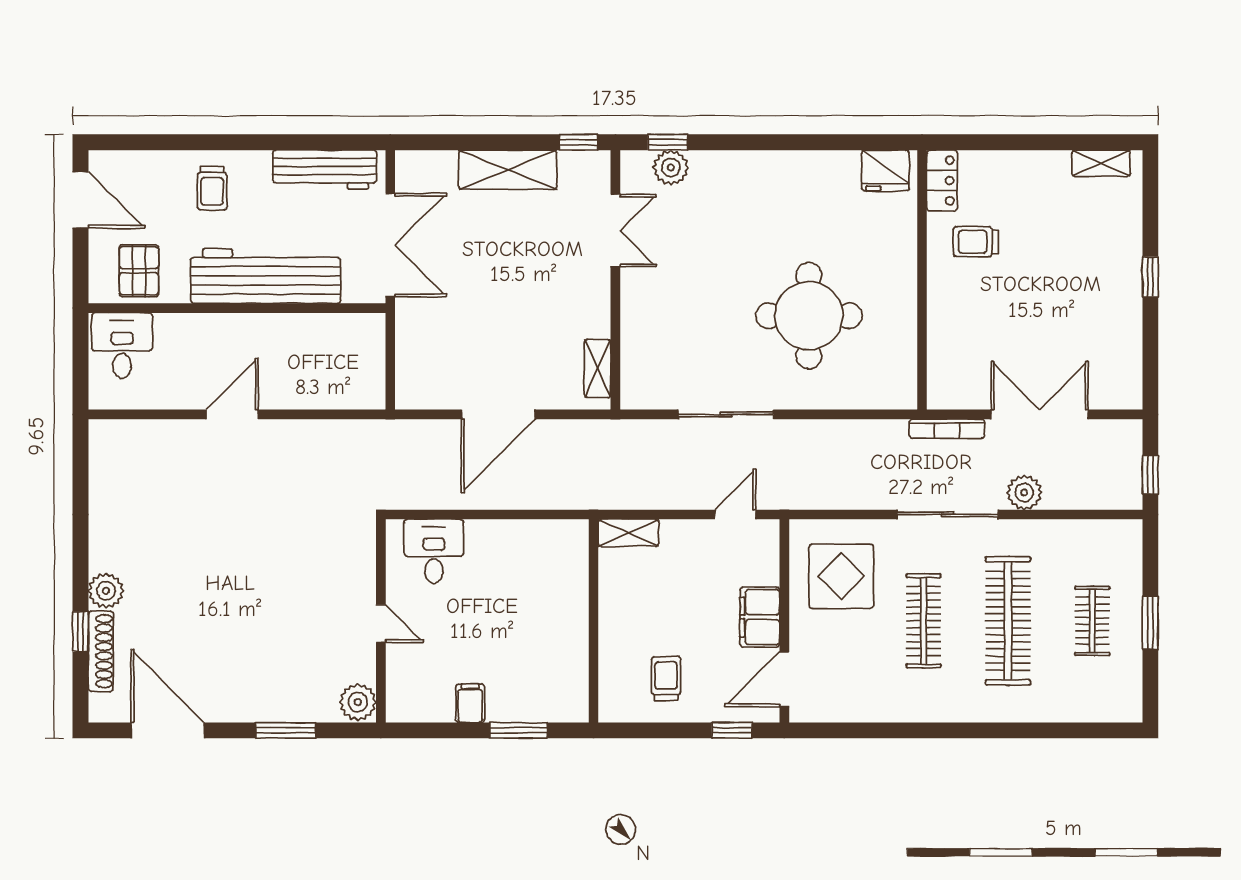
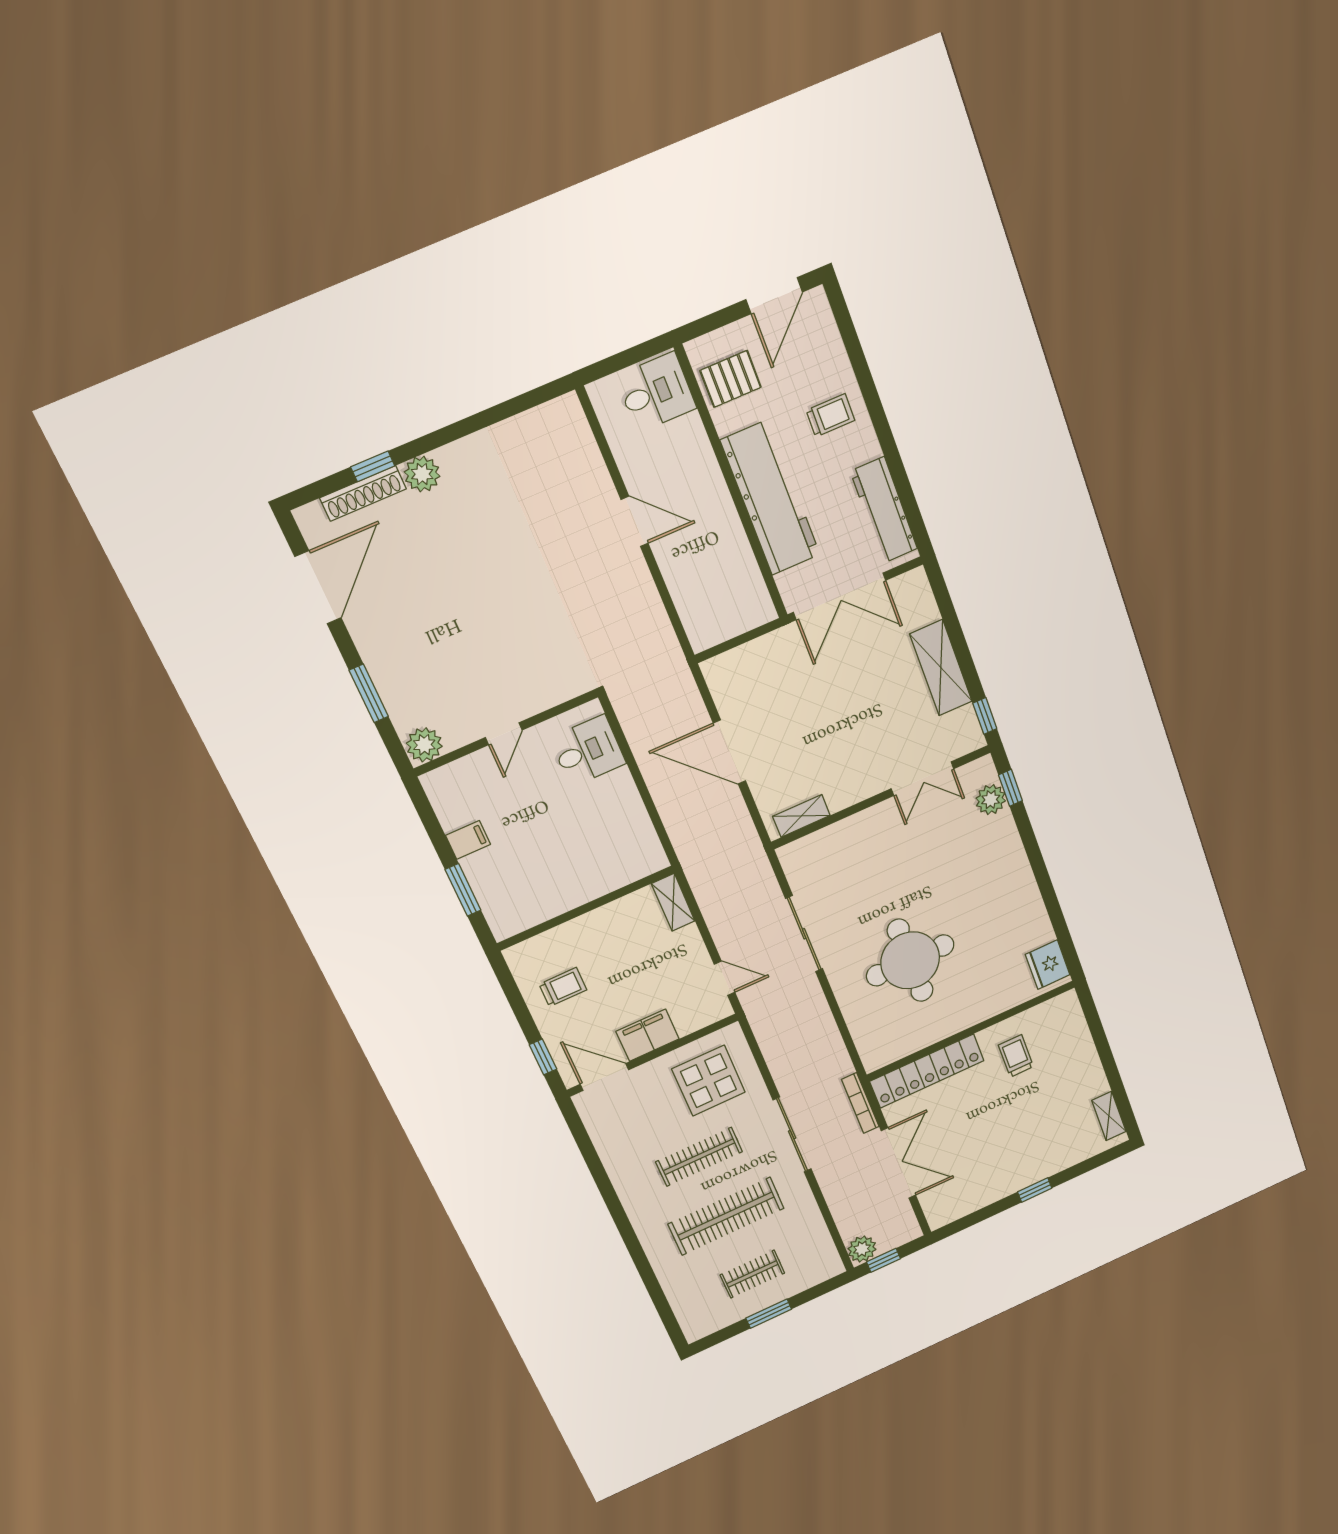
locker: (942, 181) -> (927, 1071), moved, width x2.16, depth x1.21
trolley: (212, 188) -> (830, 415), turned 180
plant: (1024, 493) -> (862, 1249), moved

